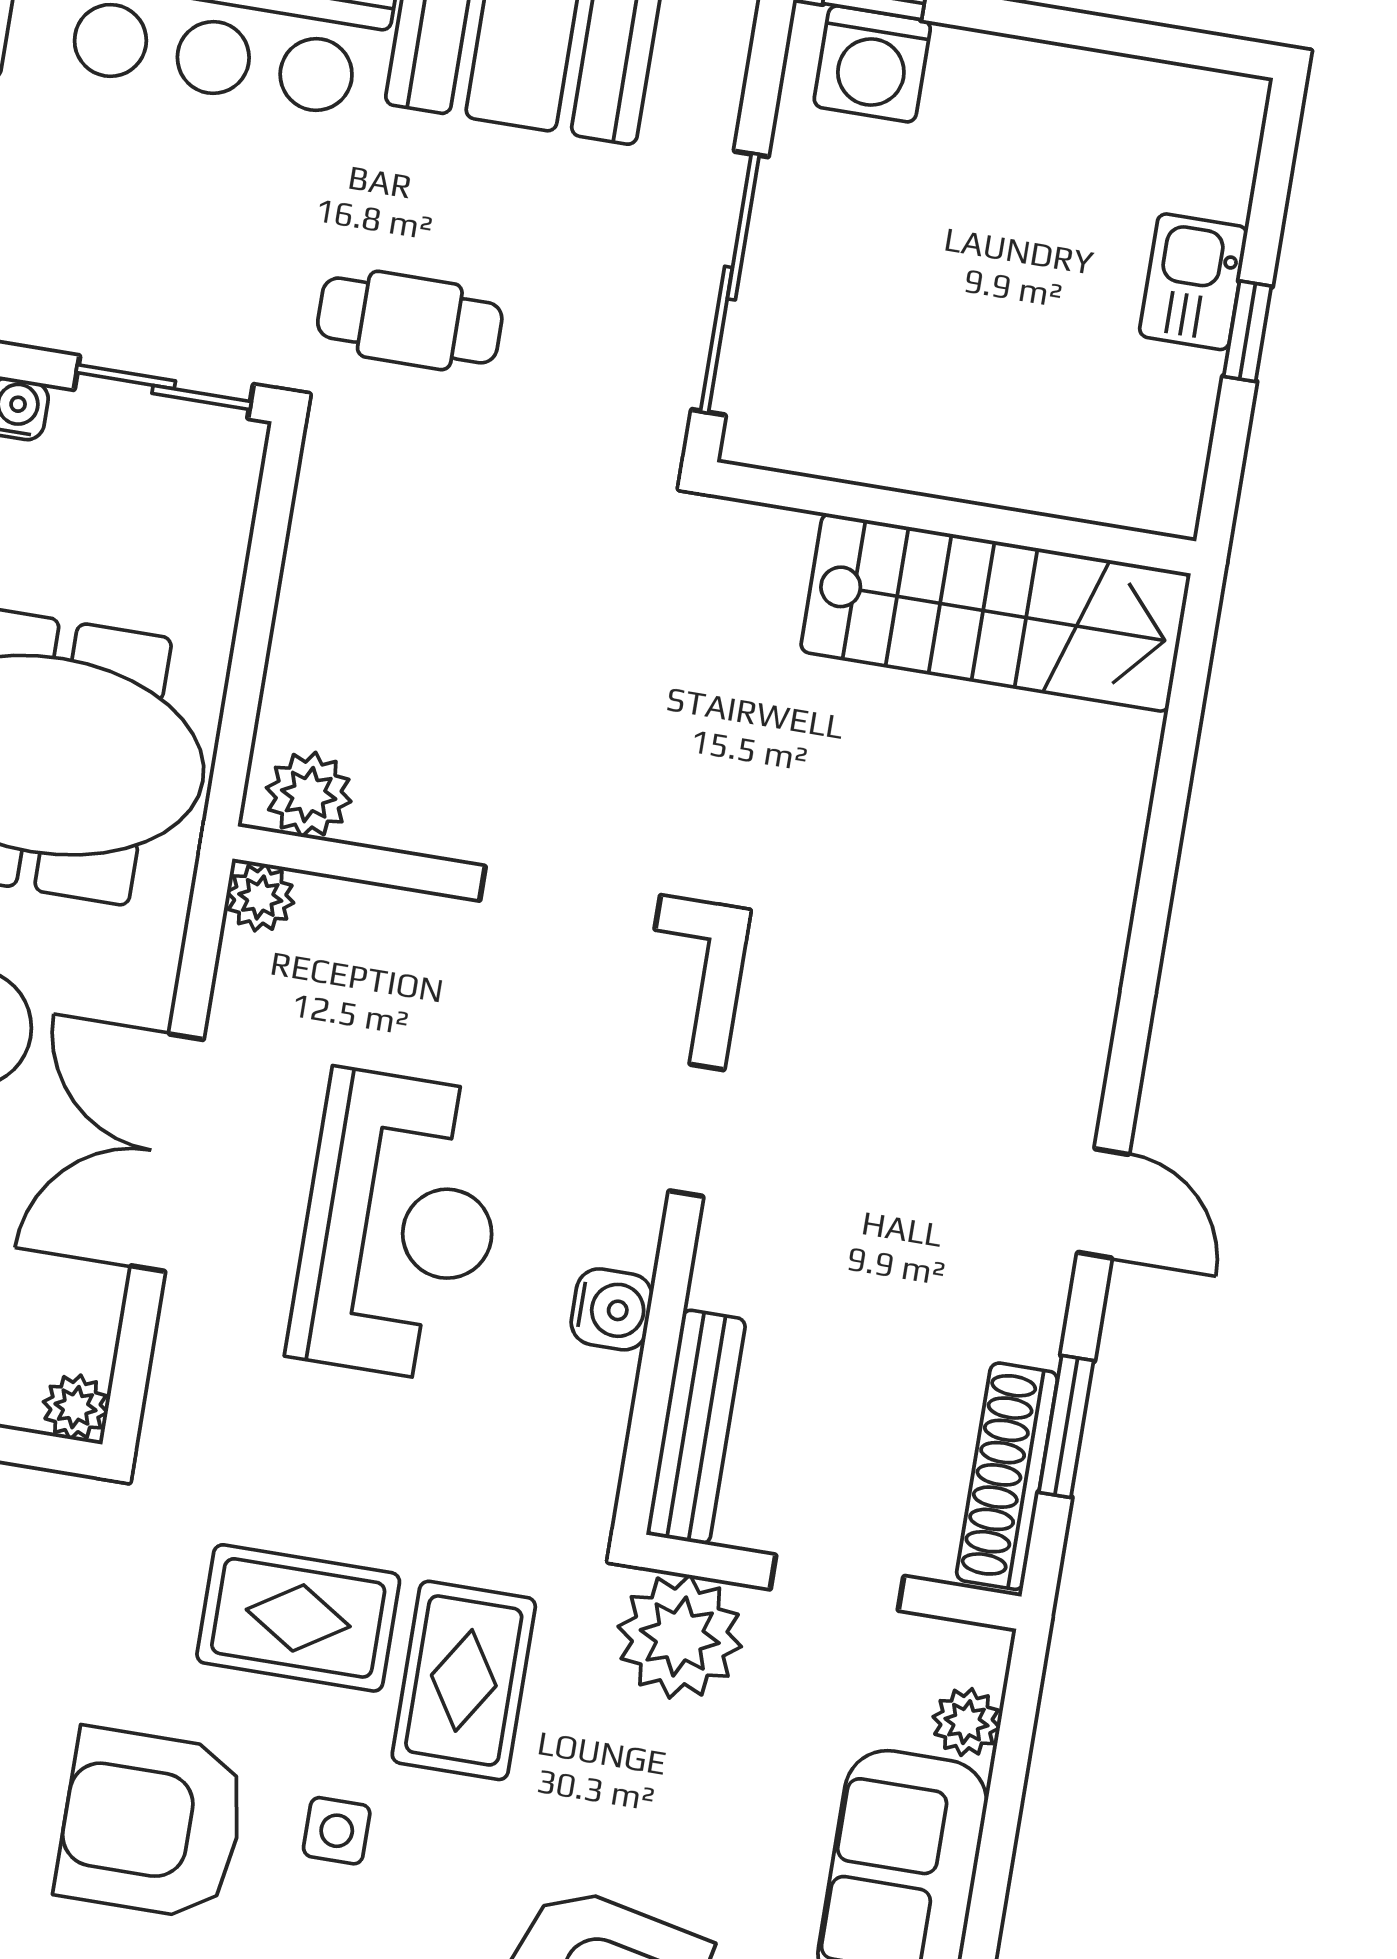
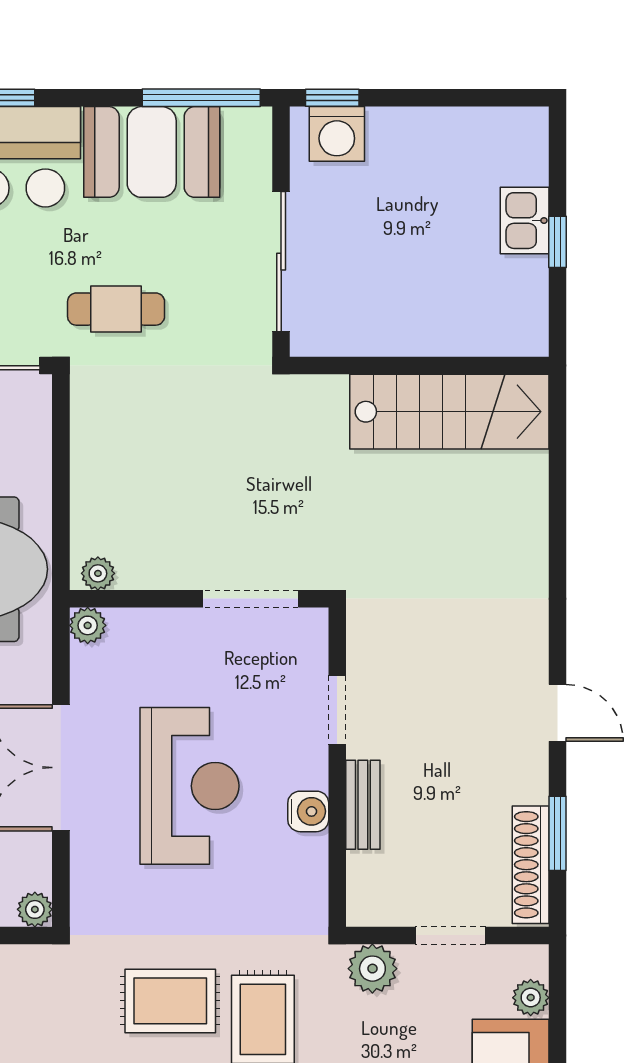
plant: (309, 795) -> (98, 573), width x0.73, depth x0.73
bench: (696, 1427) -> (363, 805), moved, width x0.73
plant: (680, 1636) -> (372, 969), width x0.73, depth x0.73

